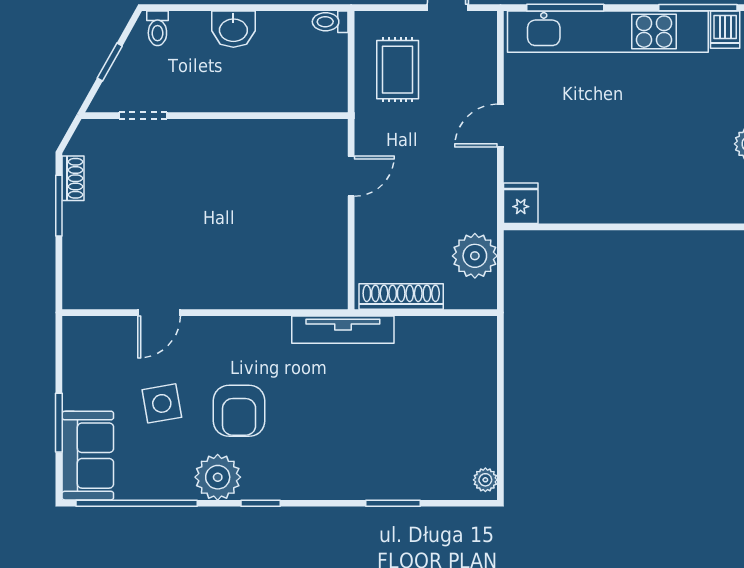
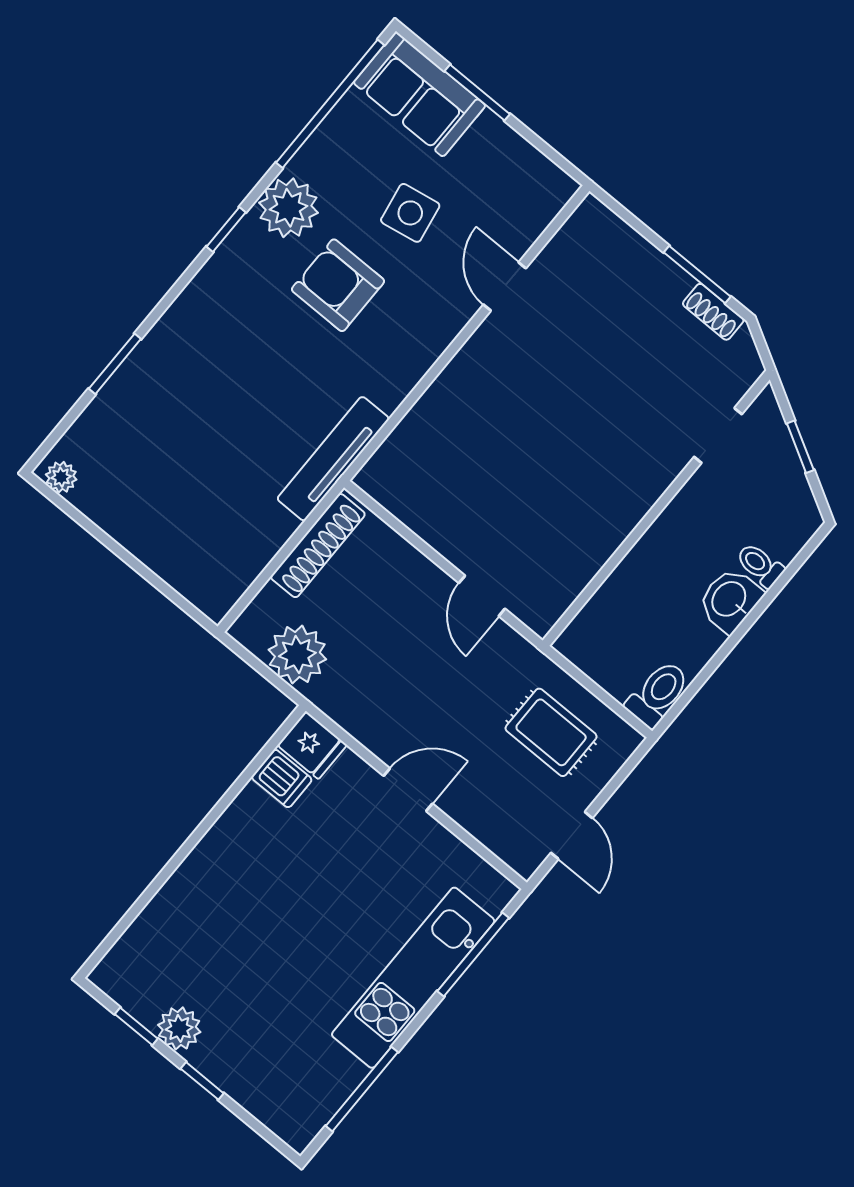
toilet: (330, 22) -> (658, 694), width x1.37, depth x1.39
toilet: (157, 28) -> (760, 565), moved
dishwasher: (725, 30) -> (282, 778), moved, turned 180
kitchen unit: (608, 32) -> (413, 978), width x0.73
door: (500, 126) -> (408, 790), hinge flipped

